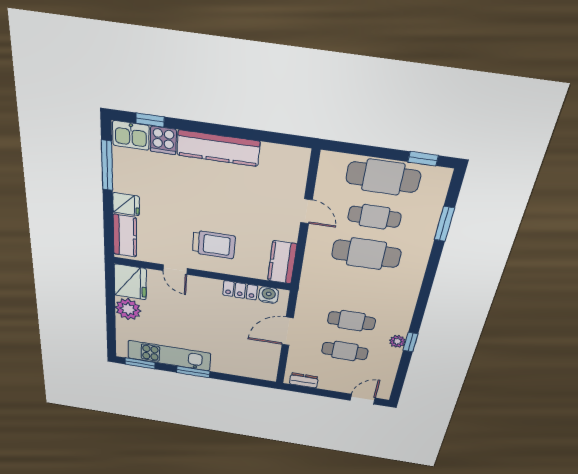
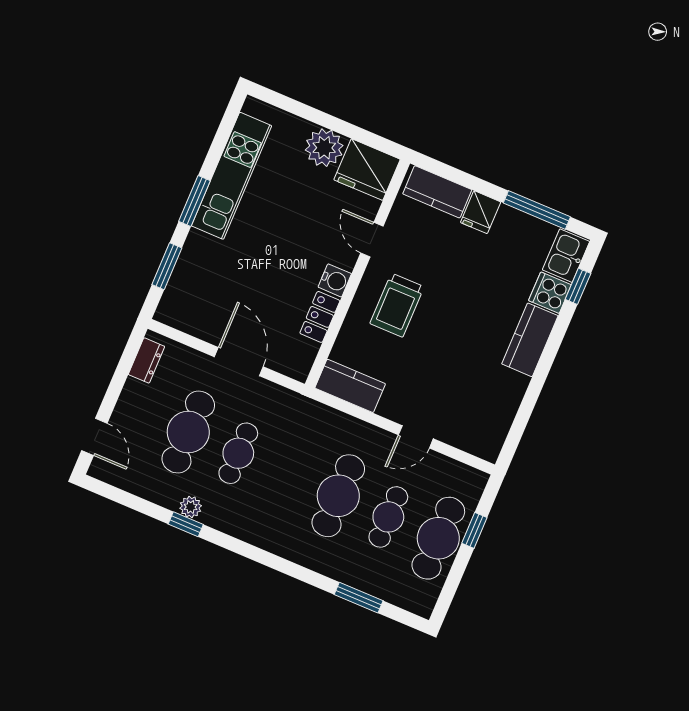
kitchen counter: (218, 148) -> (530, 340), width x0.67
window: (423, 159) -> (474, 530), moved
door: (175, 270) -> (372, 240), hinge flipped
water cooler: (269, 295) -> (335, 280), moved
cafe table: (345, 351) -> (188, 432), width x1.37, depth x1.35
window: (140, 363) -> (167, 266), moved

